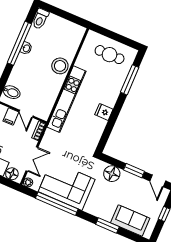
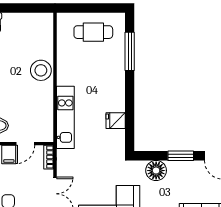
kitchen unit: (67, 99) -> (65, 117), width x0.73
fridge: (104, 112) -> (116, 121), moved
door: (26, 114) -> (25, 144), hinge flipped

